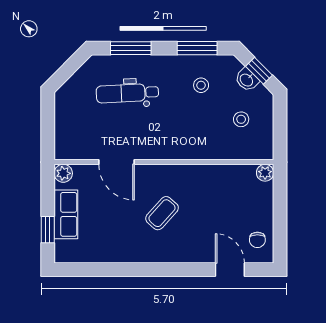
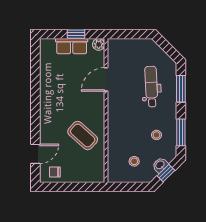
plant: (265, 173) -> (99, 177), removed
coffee table: (162, 213) -> (83, 136), moved, width x1.36, depth x1.30
window: (48, 230) -> (76, 34), moved

